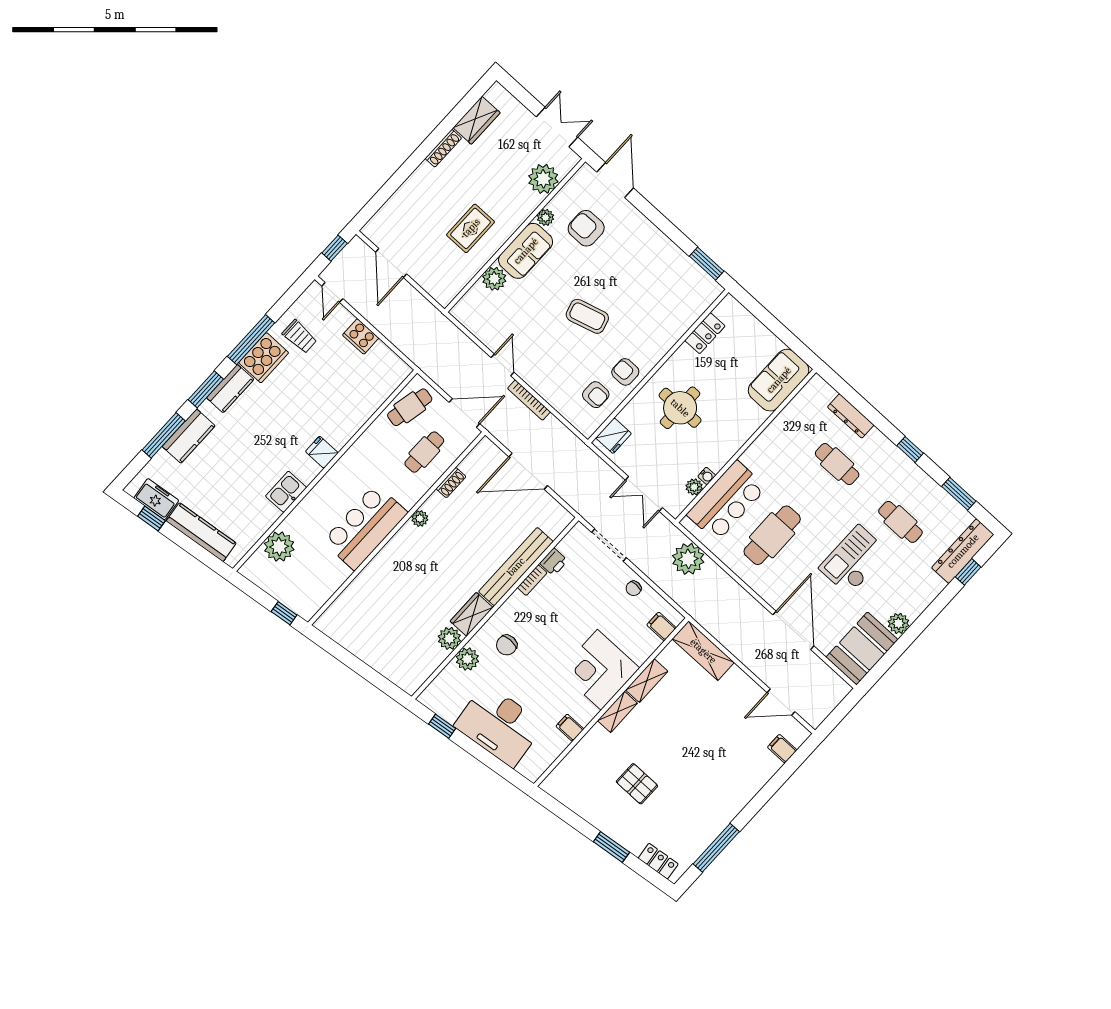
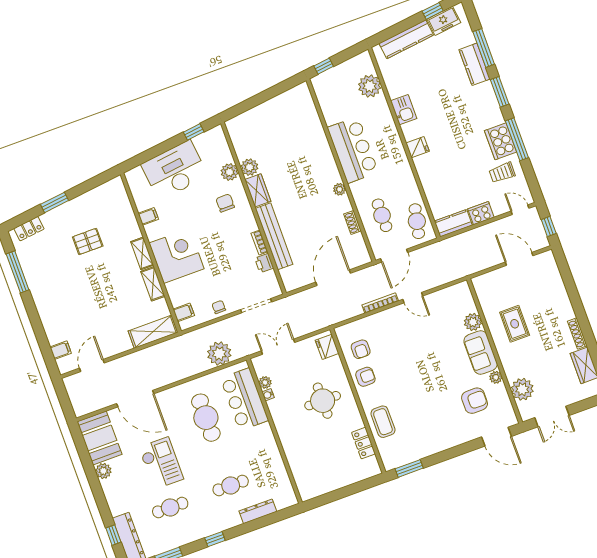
coffee table: (587, 316) -> (383, 422), moved, turned -74
sofa: (779, 380) -> (307, 476), removed
kitchen counter: (230, 389) -> (453, 223), moved, turned 90
armchair: (596, 395) -> (361, 349), turned -90

